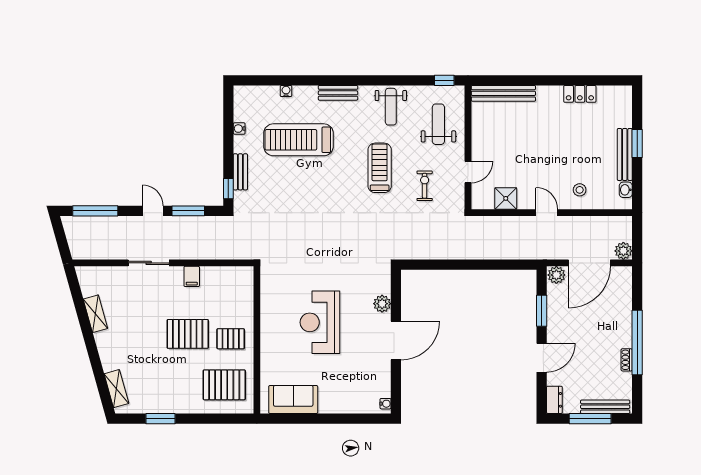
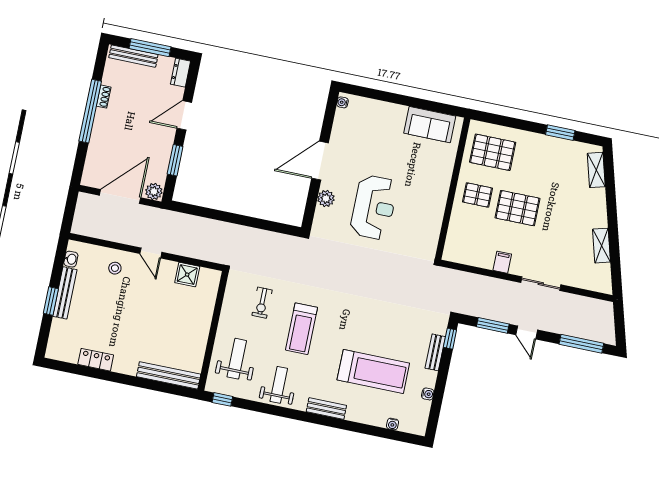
water cooler: (286, 91) -> (393, 424), moved
weight bench: (438, 124) -> (237, 359), turned 180
door: (468, 172) -> (218, 307), removed
plant: (623, 251) -> (85, 201), removed
reception desk: (320, 322) -> (374, 207), moved

